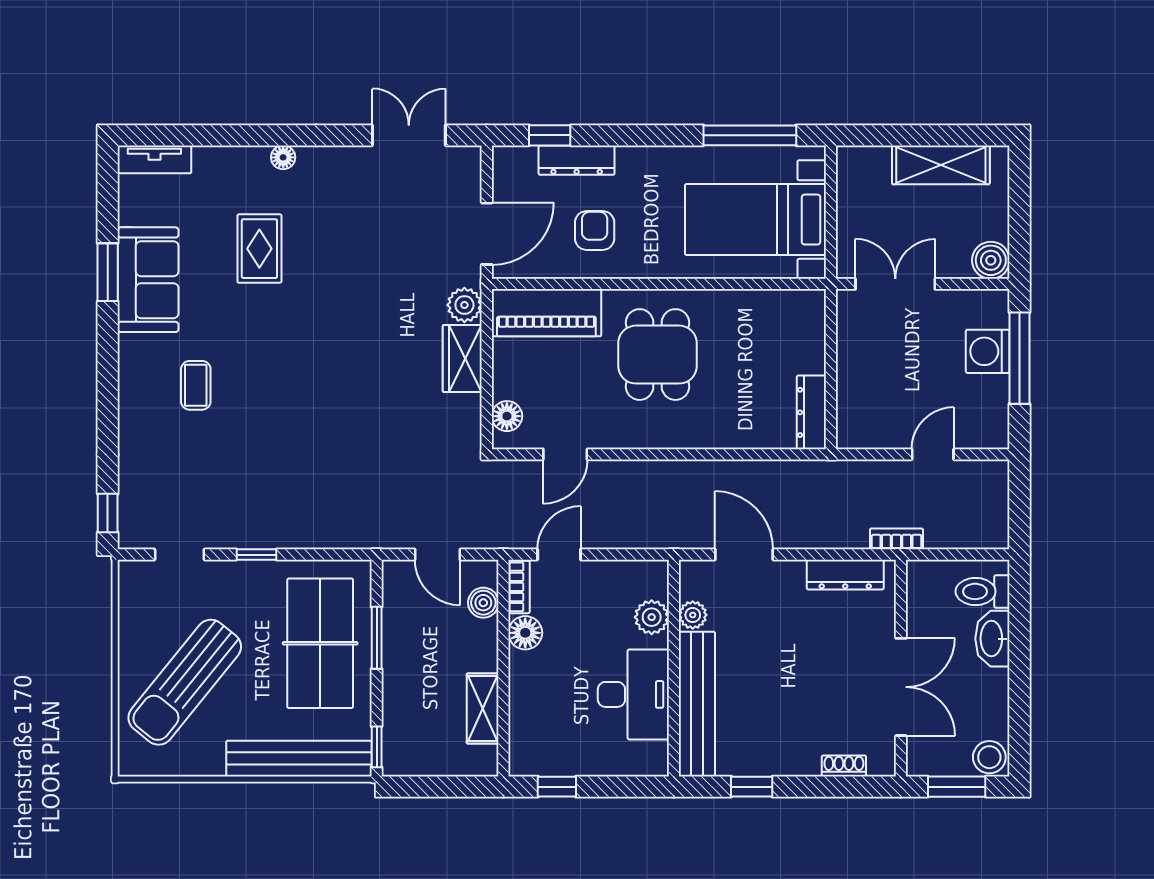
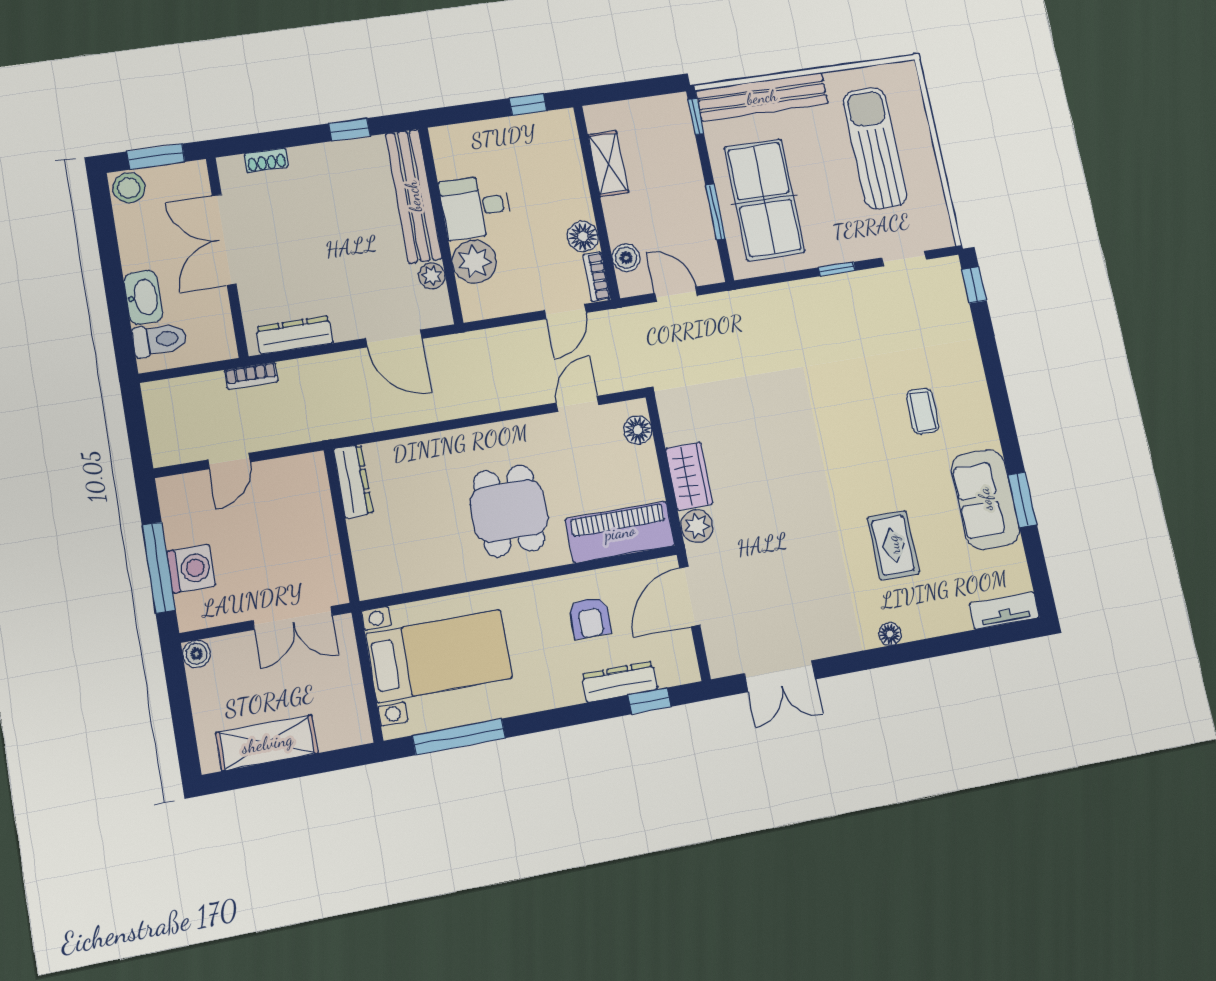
boiler: (991, 260) -> (196, 654), width x0.73, depth x0.73
plant: (652, 617) -> (474, 262), width x1.36, depth x1.36
sun lounger: (185, 682) -> (875, 148), turned -39
desk: (633, 694) -> (476, 207), width x0.73

